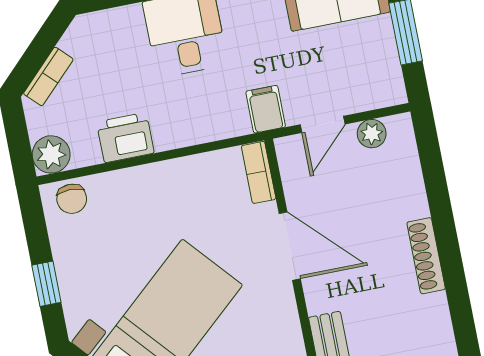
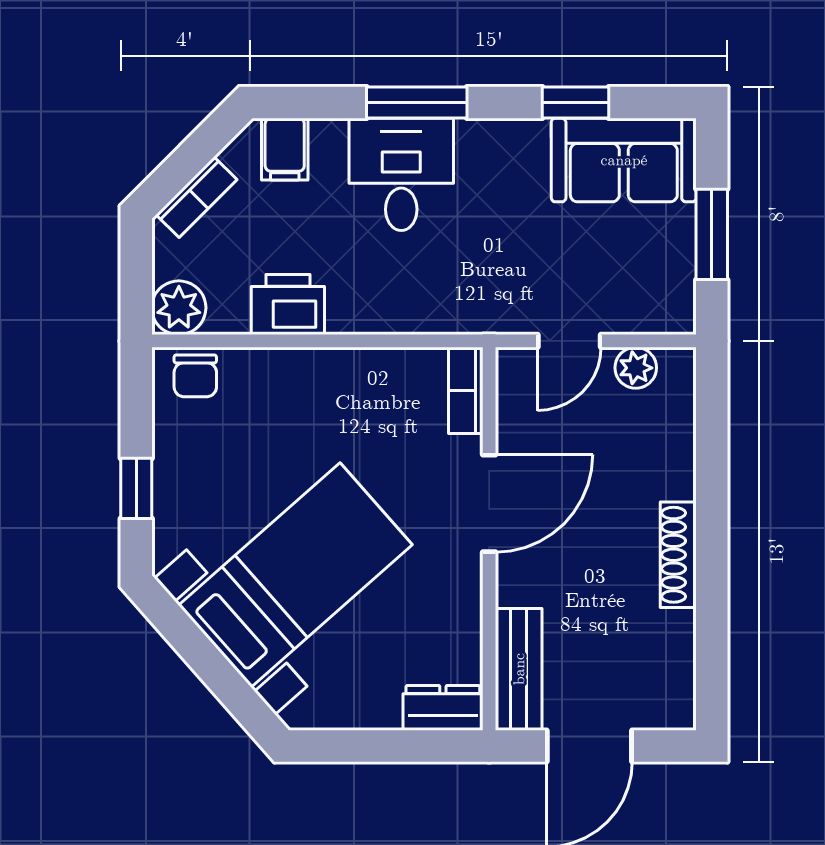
filing cabinet: (266, 109) -> (285, 149), moved, turned 180
door: (290, 246) -> (489, 503), hinge flipped

